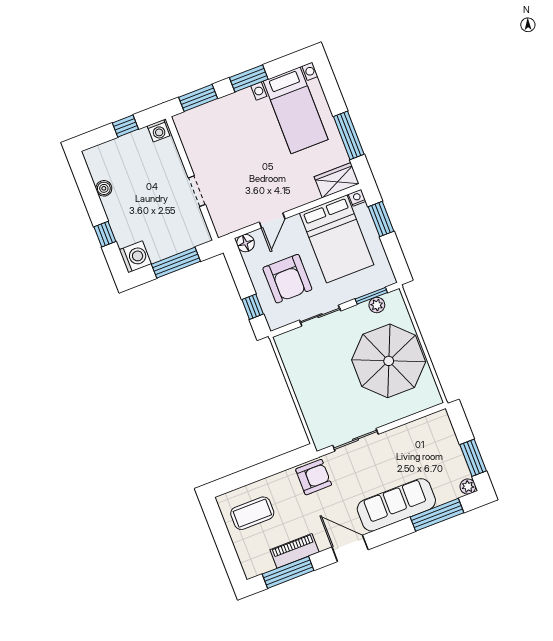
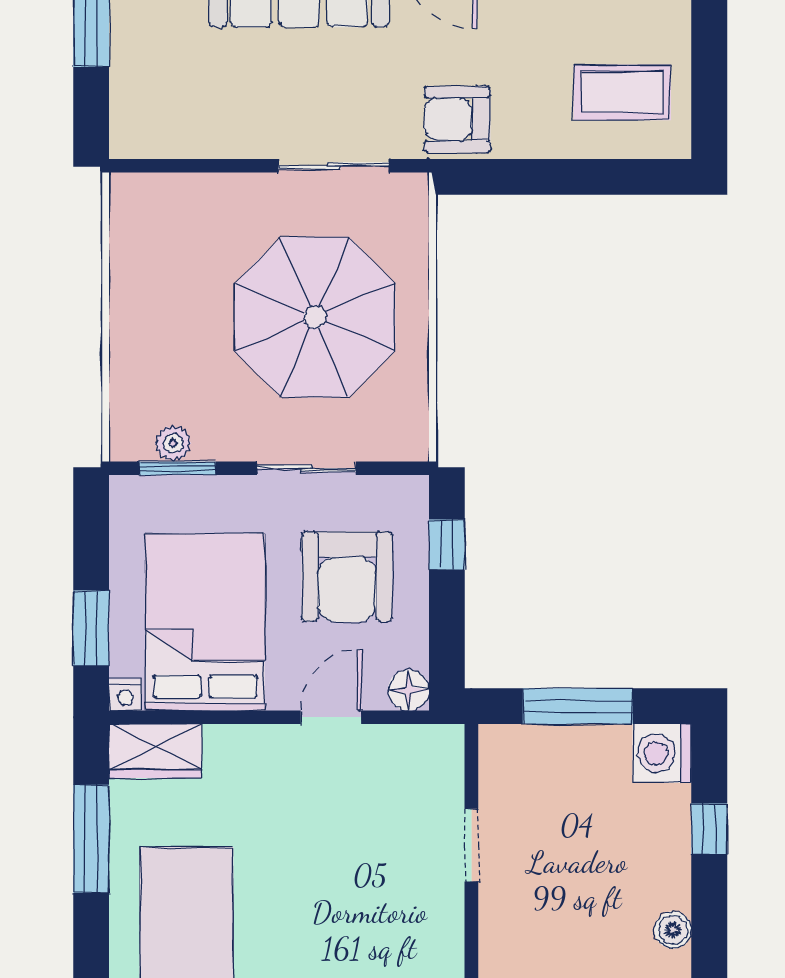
armchair: (287, 279) -> (347, 577), turned 180
parasol: (389, 361) -> (315, 317), moved

